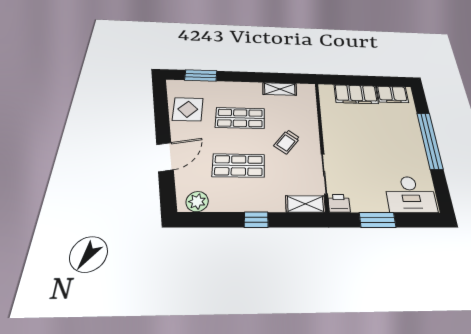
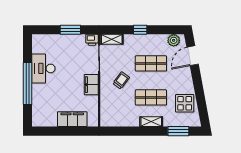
shelving: (280, 89) -> (151, 122), moved
filing cabinet: (392, 94) -> (91, 85), moved, turned -90
door: (165, 157) -> (193, 56), moved
desk: (410, 194) -> (43, 68), moved, turned -90

